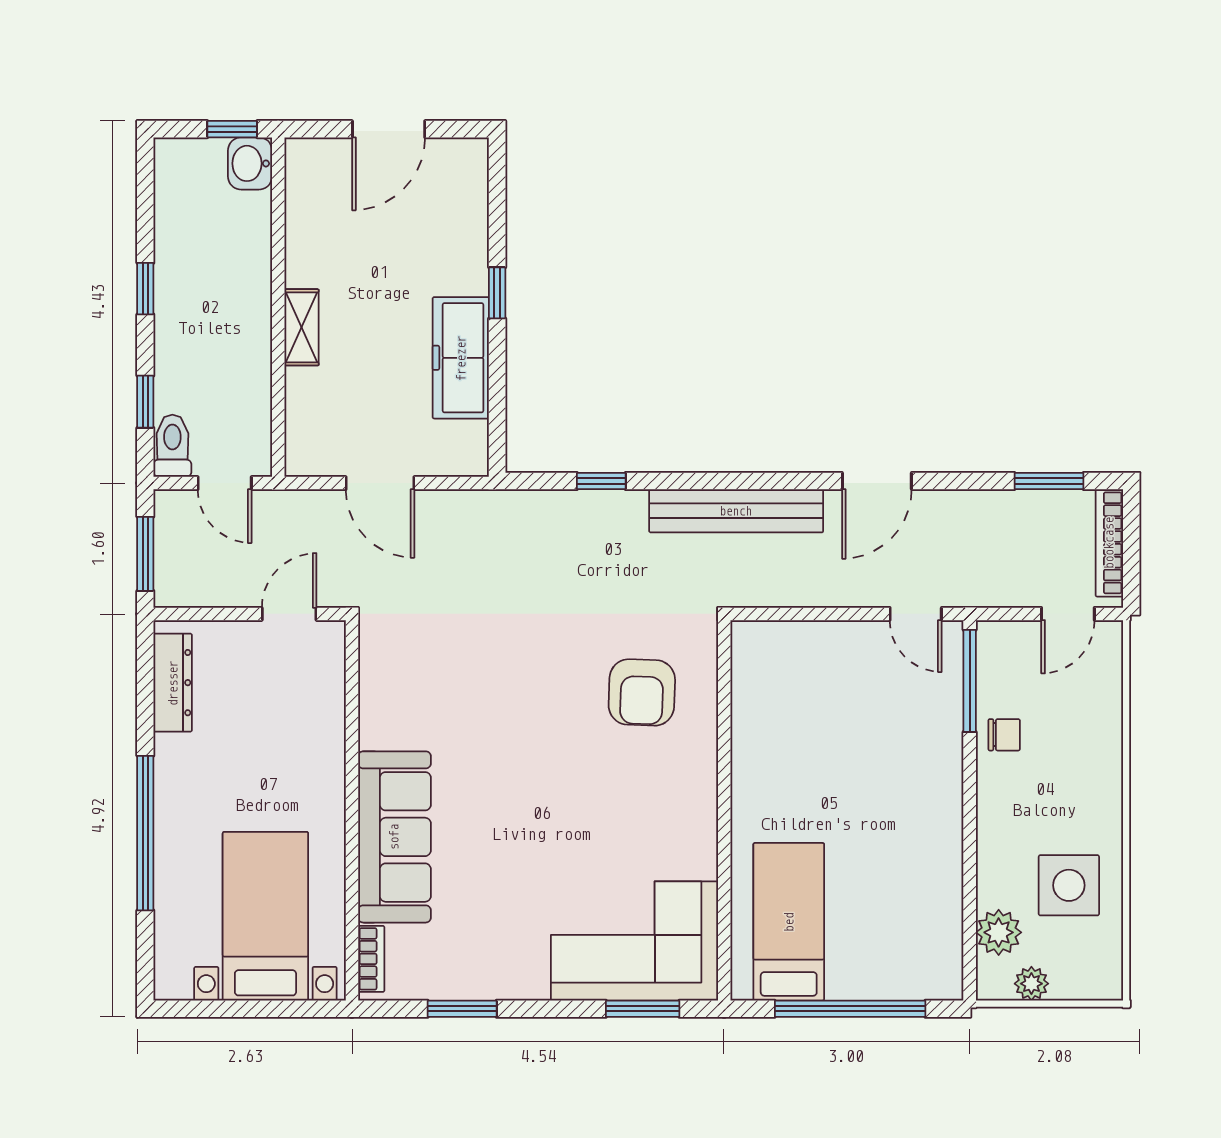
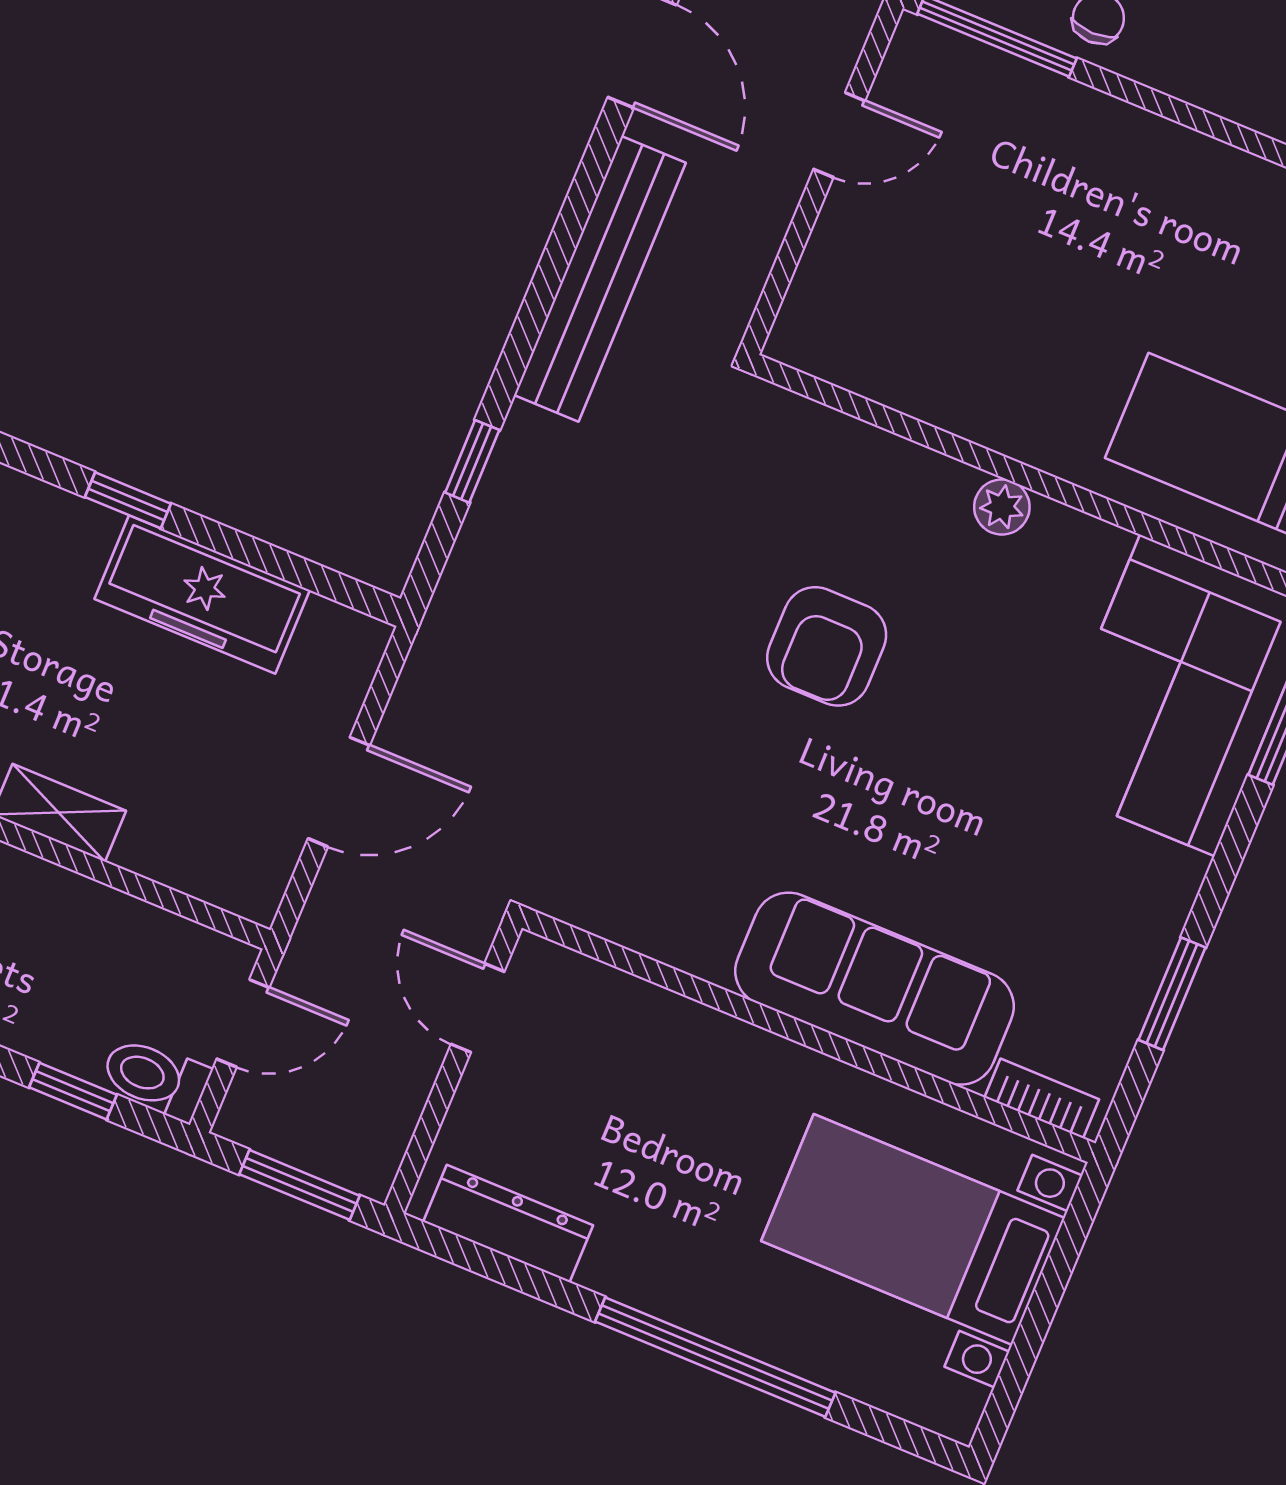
door: (916, 614) -> (839, 135), moved
armchair: (642, 692) -> (827, 646), moved, turned 88
plant: (701, 796) -> (1002, 507), added

